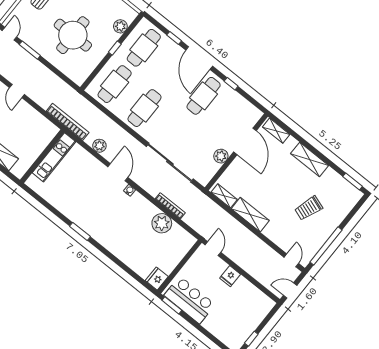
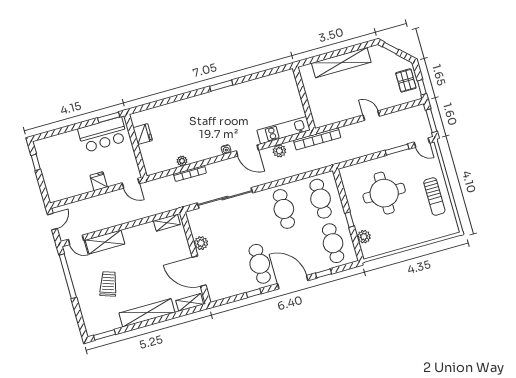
kitchen unit: (54, 157) -> (284, 130), moved, turned 90
shelving: (310, 160) -> (147, 313), width x1.47
shelving: (250, 215) -> (105, 242), moved
plant: (162, 223) -> (182, 161), width x0.53, depth x0.53
fridge: (157, 279) -> (143, 134), moved

